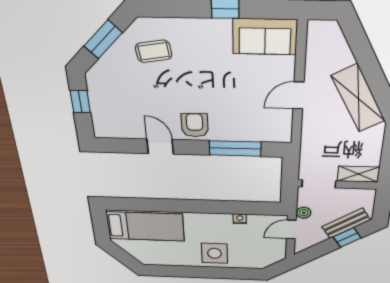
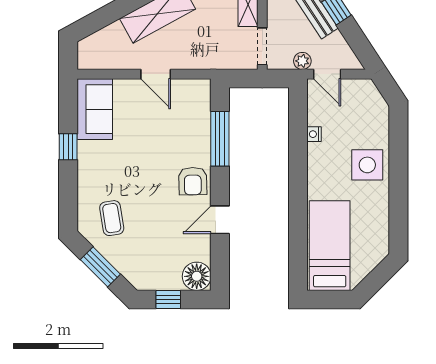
armchair: (195, 125) -> (193, 181), turned -90
floor lamp: (106, 126) -> (197, 276), added

